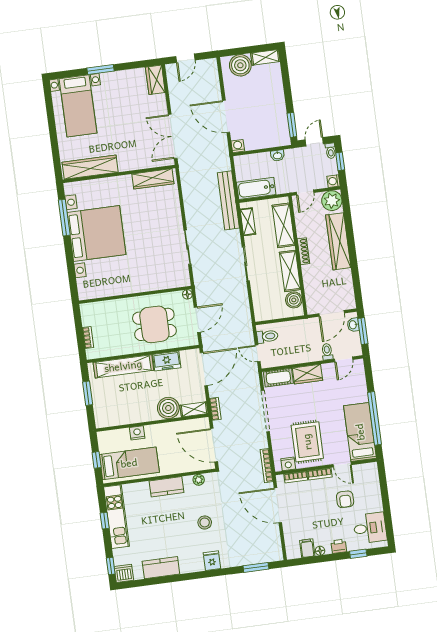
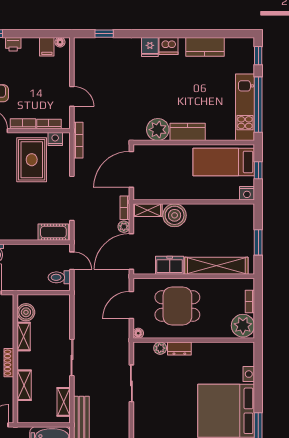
shelving: (283, 225) -> (24, 385), width x0.67, depth x0.75
shelving: (290, 271) -> (24, 336), width x0.67, depth x0.75
plant: (165, 283) -> (160, 348), added
dresser: (147, 285) -> (179, 349), added
plant: (91, 314) -> (243, 326), added
wardrobe: (307, 374) -> (22, 232), removed
plant: (214, 391) -> (124, 227), added
nightstand: (137, 433) -> (247, 193), moved
door: (214, 445) -> (131, 169), swing flipped
plant: (199, 480) -> (158, 130), width x1.88, depth x1.88
door: (278, 505) -> (72, 96), width x0.53
window: (105, 521) -> (258, 105), width x3.17
stool: (205, 522) -> (152, 89), removed
floor lamp: (320, 551) -> (60, 42), moved
window: (256, 567) -> (104, 34), width x0.67
dishwasher: (124, 573) -> (169, 46), moved

